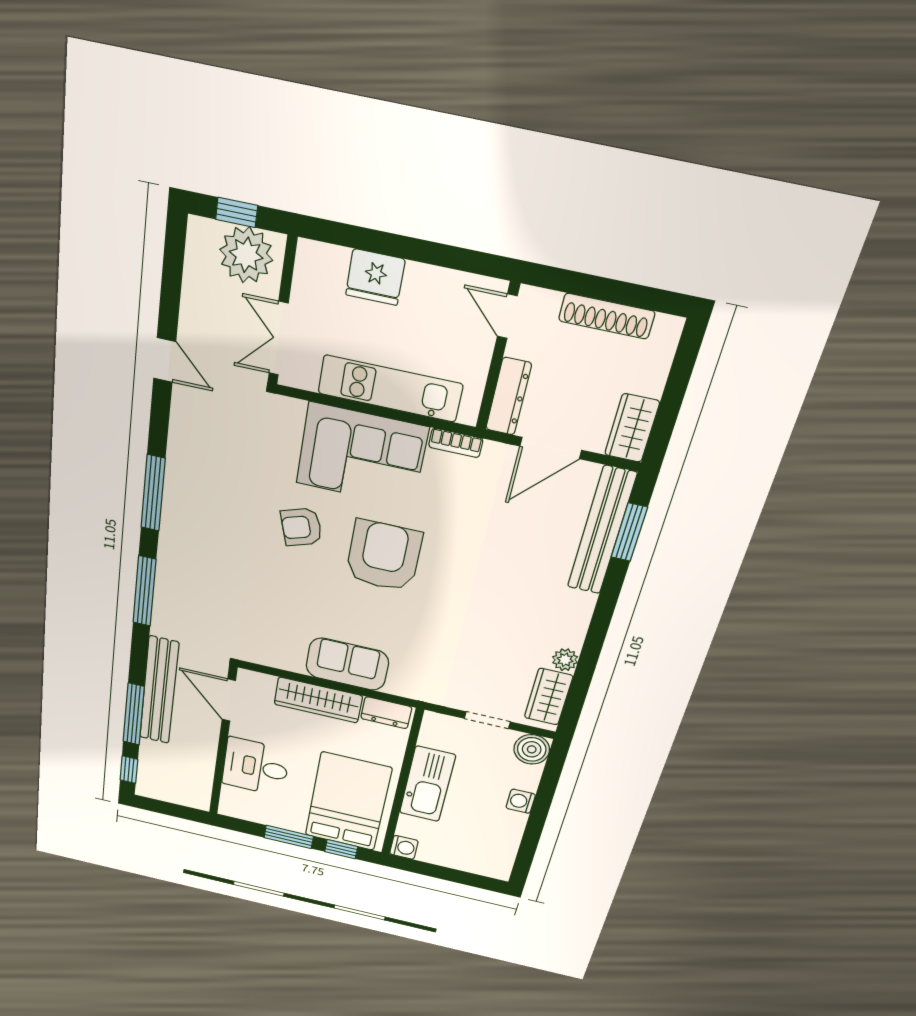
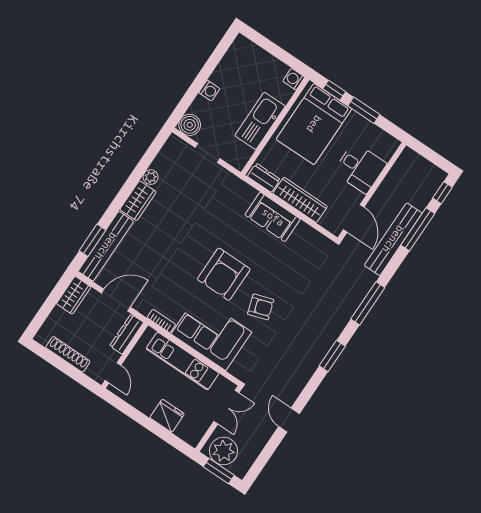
window: (237, 212) -> (219, 471), width x1.50
window: (153, 493) -> (332, 356), width x0.69
wardrobe: (549, 697) -> (138, 201), moved

